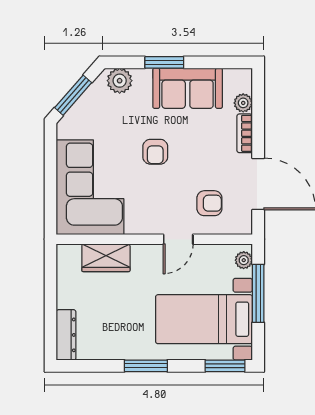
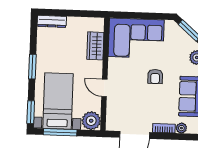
armchair: (155, 152) -> (155, 77), turned -90
armchair: (209, 203) -> (124, 107), removed
plant: (244, 260) -> (91, 121), width x1.88, depth x1.88
window: (258, 293) -> (60, 132), moved

